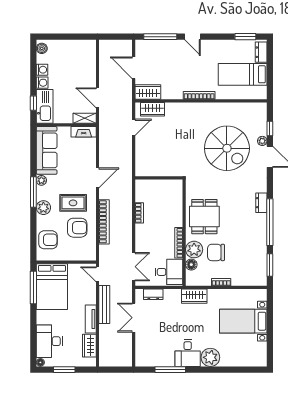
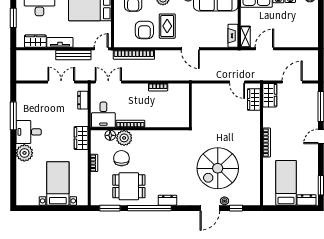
dining table: (204, 217) -> (129, 186), moved
bookcase: (104, 222) -> (134, 55), moved
double door: (134, 267) -> (108, 82), swing flipped

